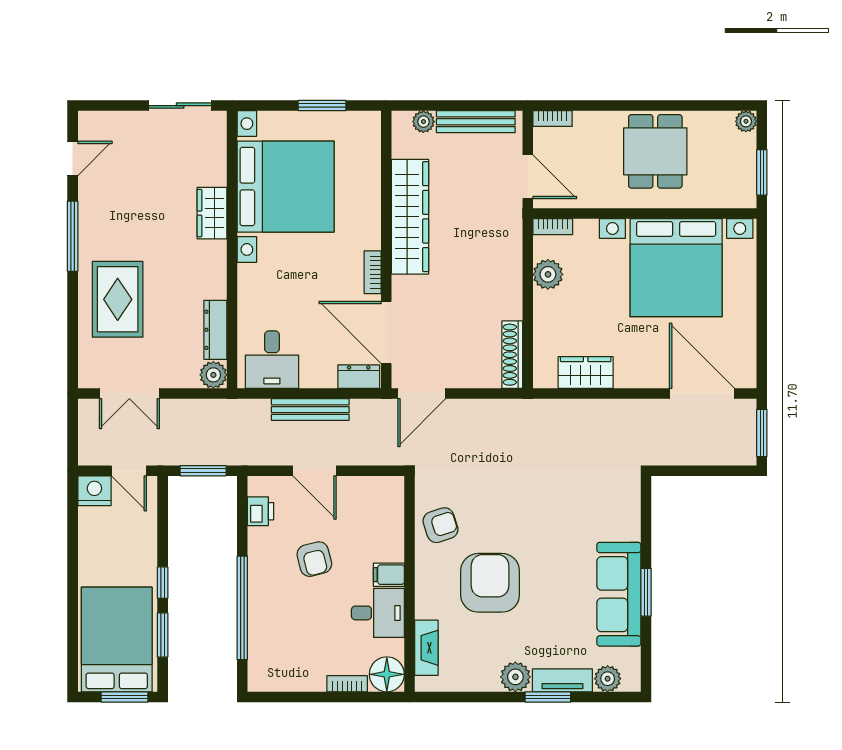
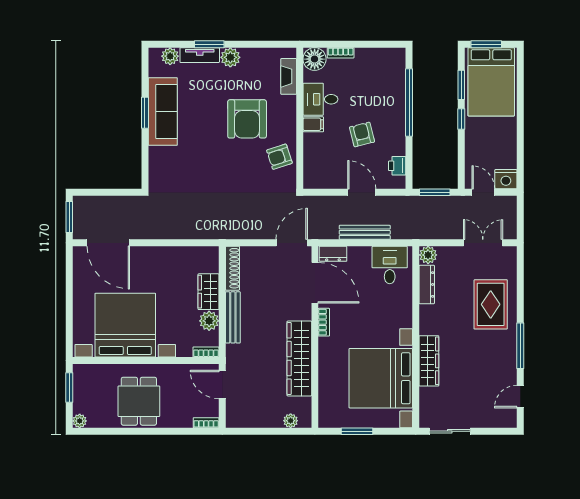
bench: (476, 122) -> (233, 317), moved, turned 90
wardrobe: (212, 213) -> (429, 361), width x1.50
wardrobe: (586, 373) -> (209, 292), moved, turned 90

